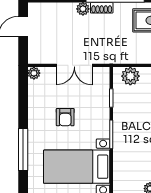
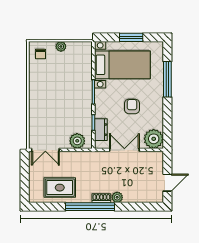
plant: (34, 73) -> (154, 139), width x1.87, depth x1.87
dresser: (102, 89) -> (101, 130), added

